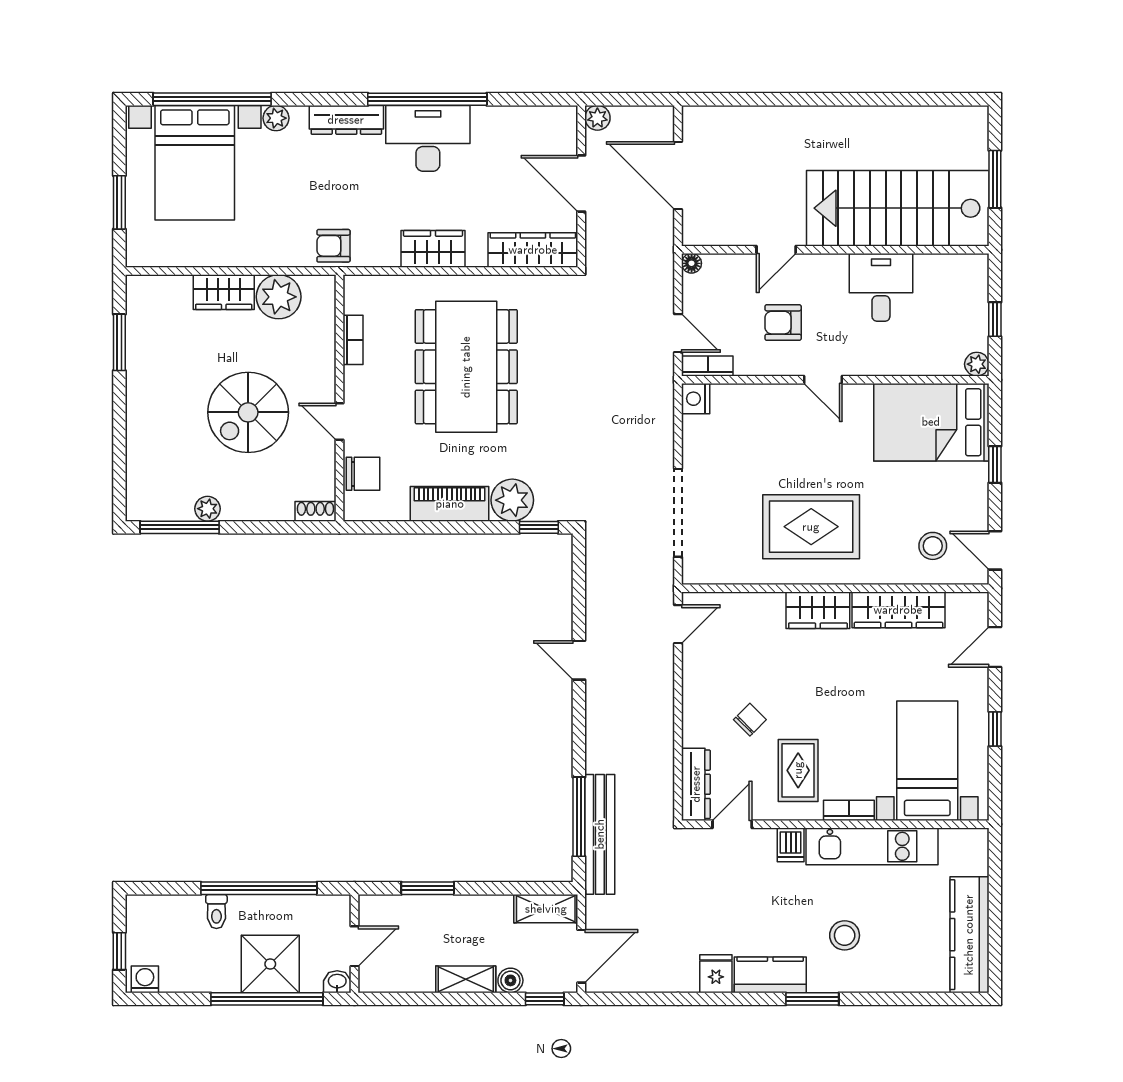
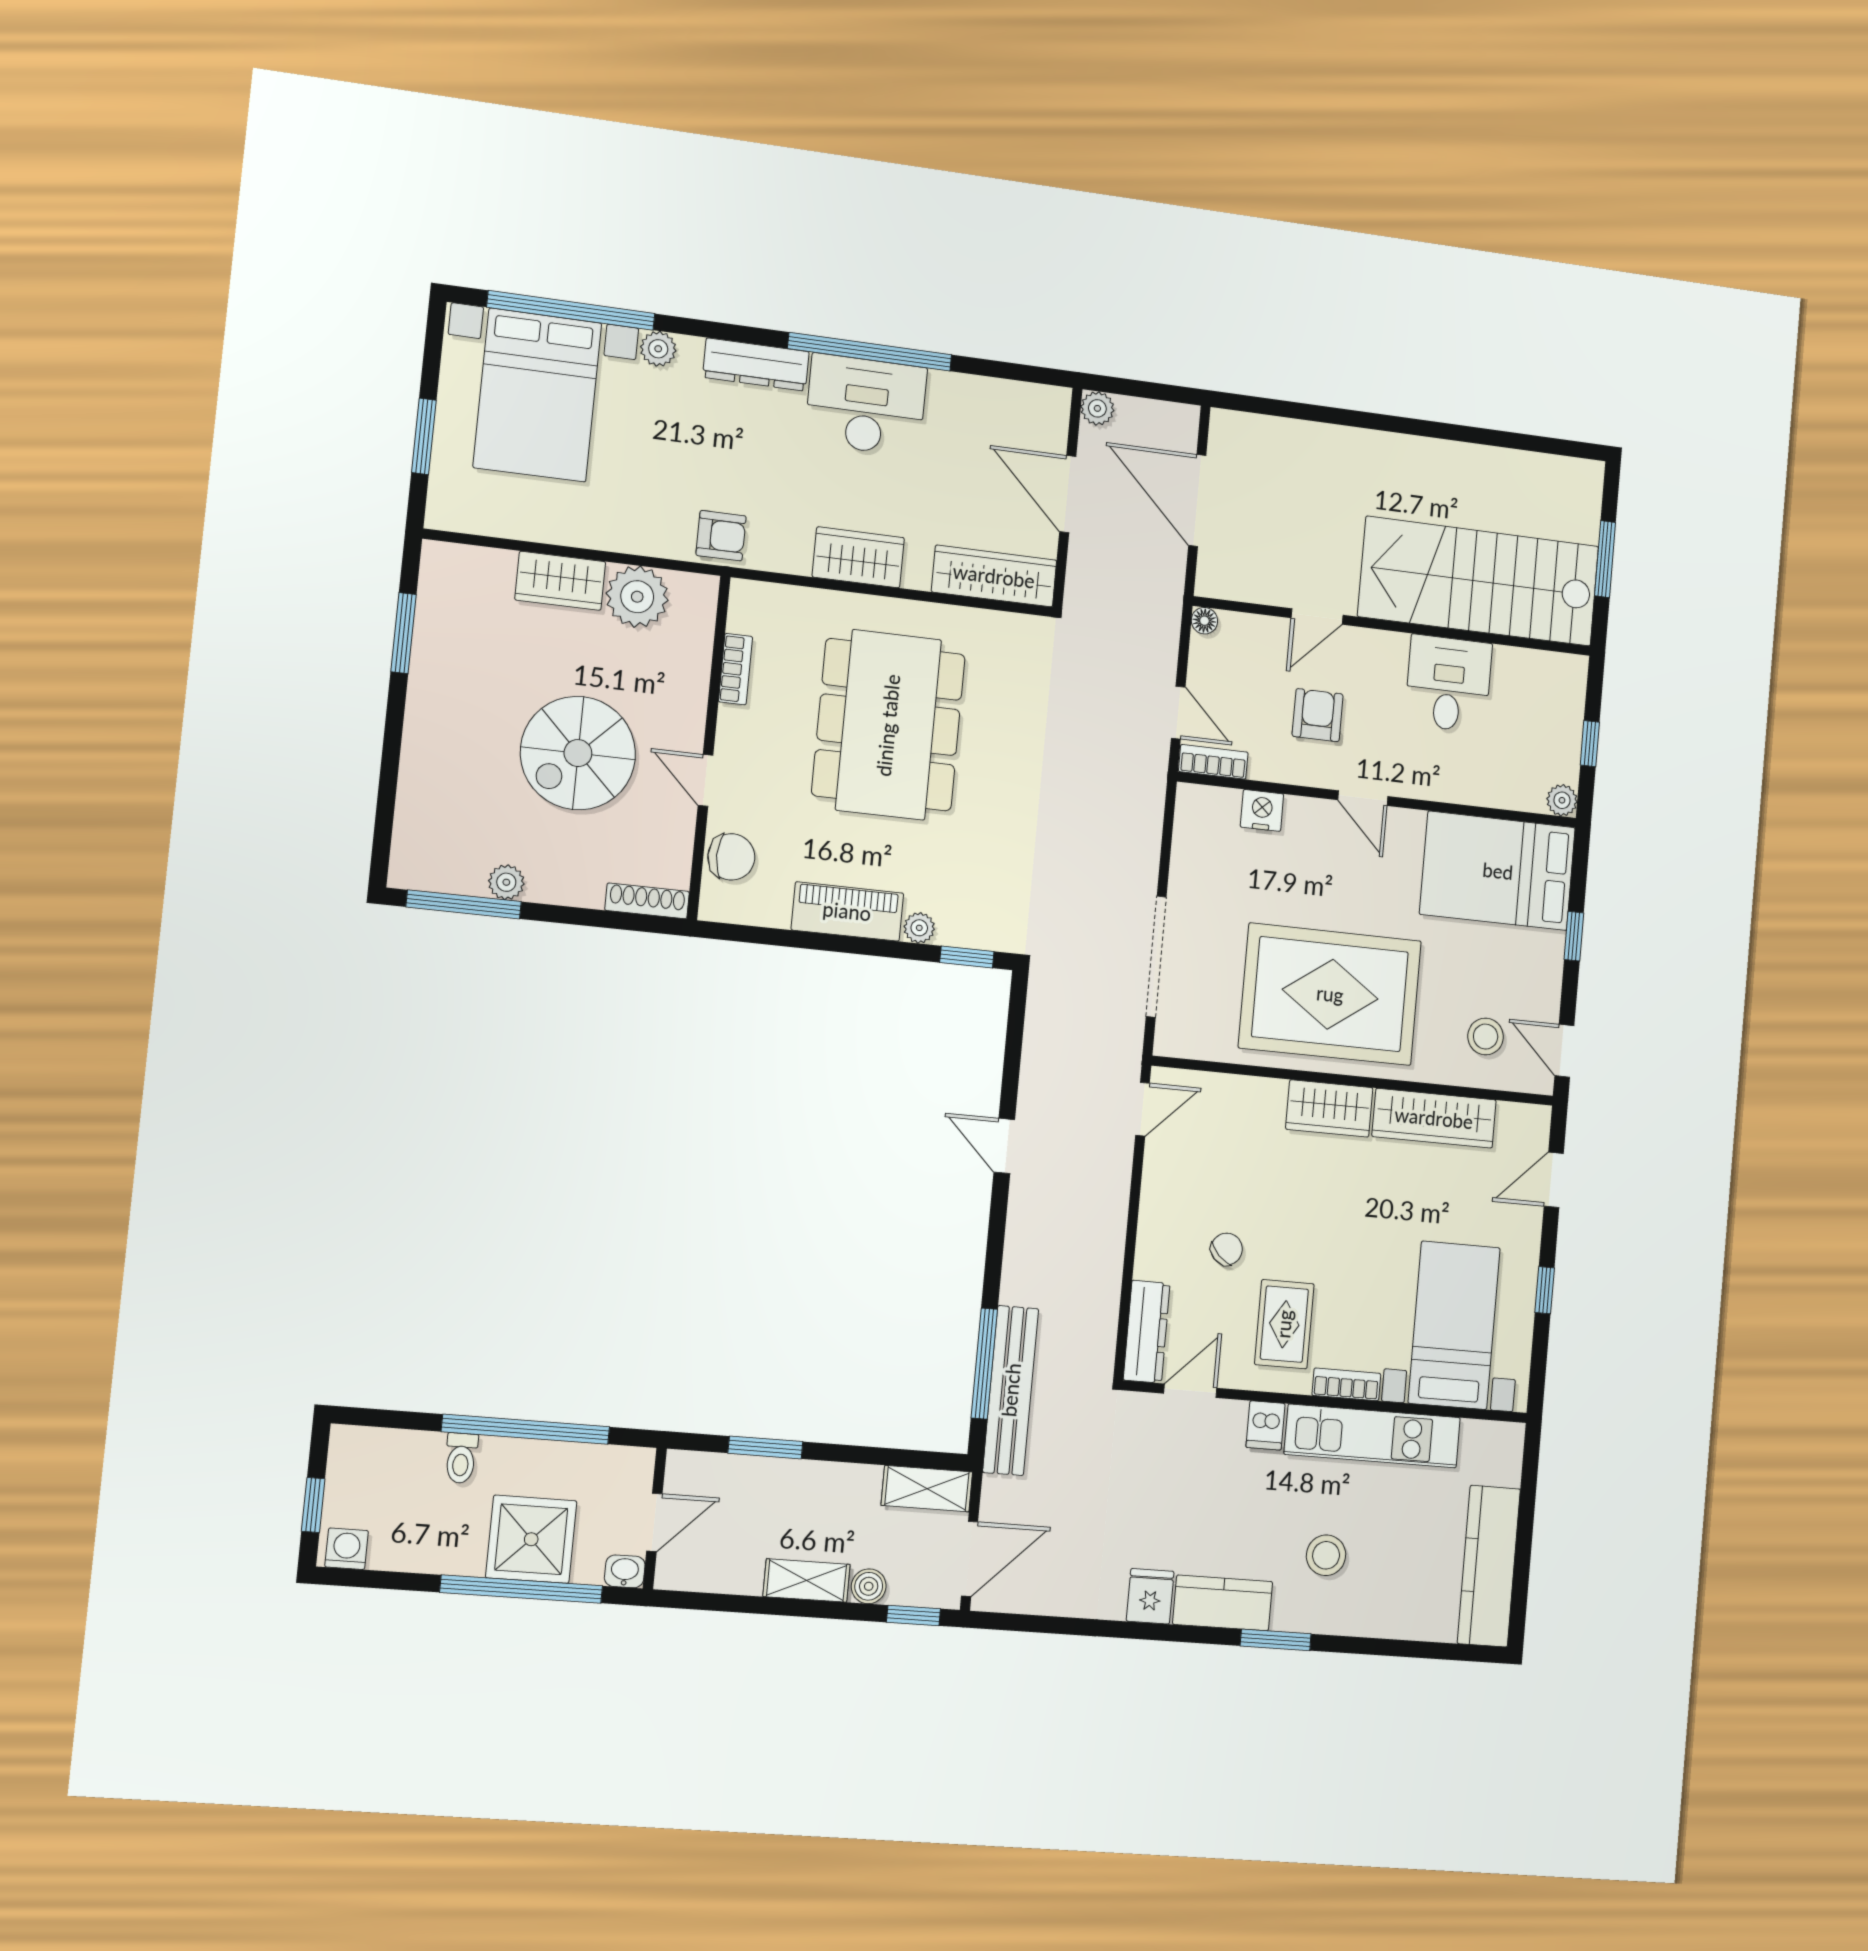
armchair: (333, 246) -> (721, 536), turned 180
armchair: (783, 323) -> (1318, 715), turned 90
nightstand: (696, 399) -> (1262, 810), moved, turned 90
plant: (512, 500) -> (919, 928), width x0.53, depth x0.53
shoe rack: (315, 511) -> (647, 901), width x1.43
rug: (811, 527) -> (1330, 994), width x1.37, depth x1.44

